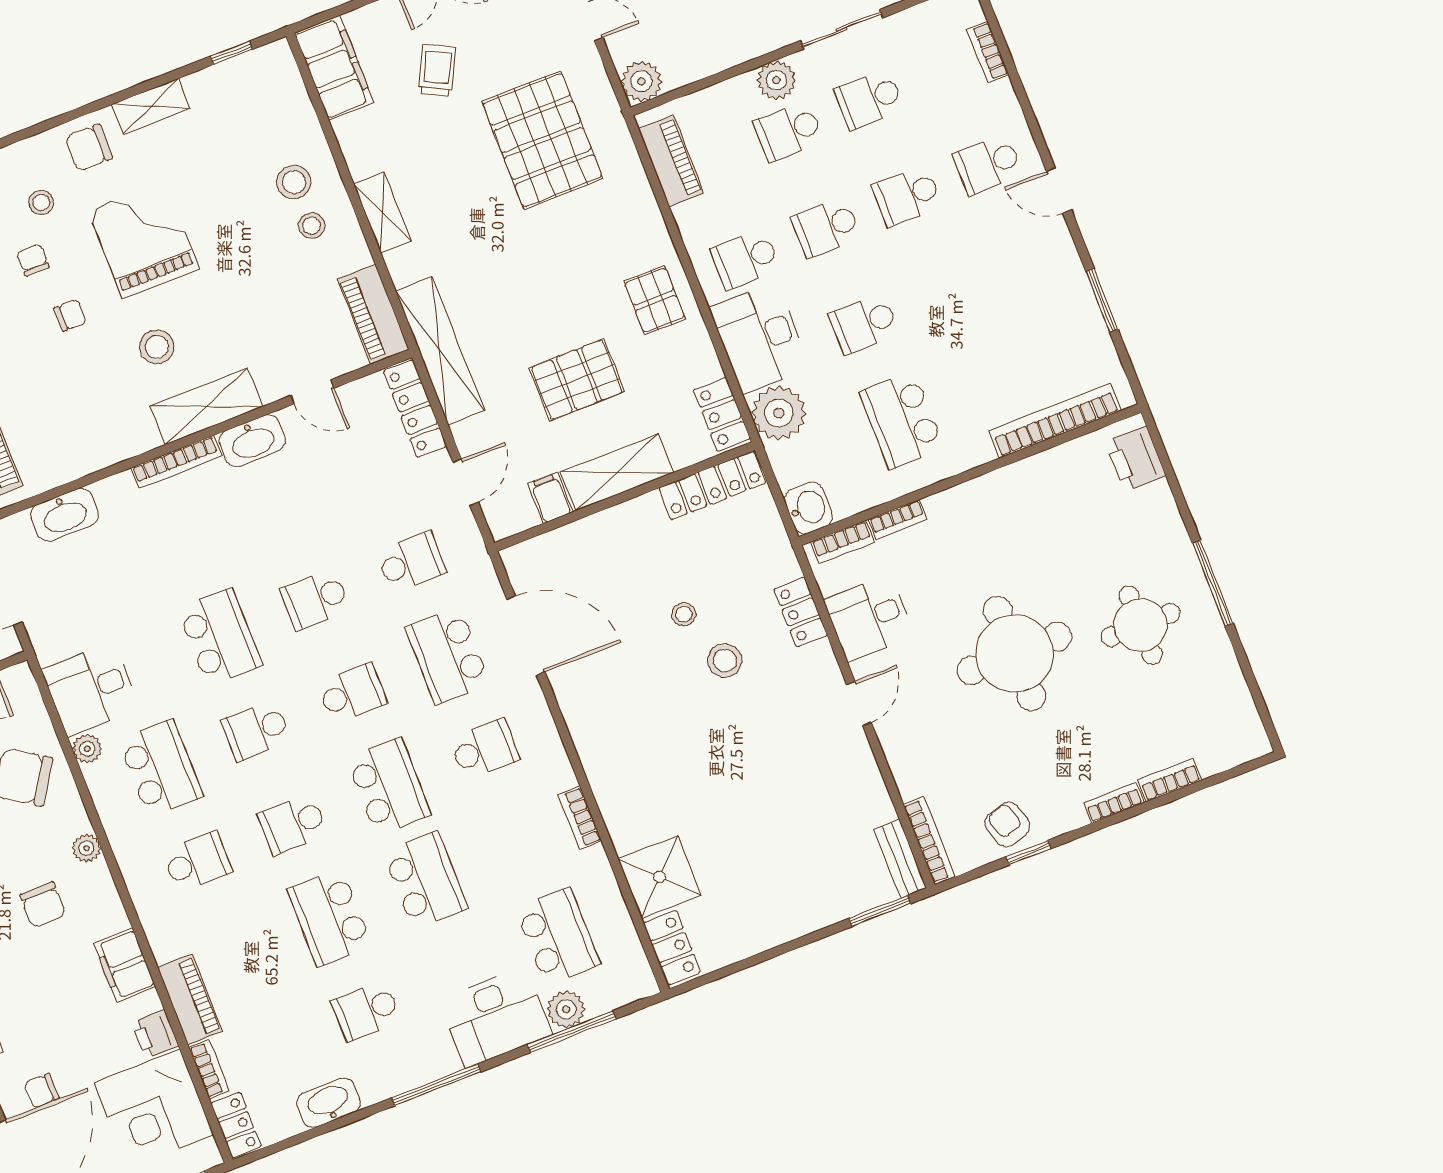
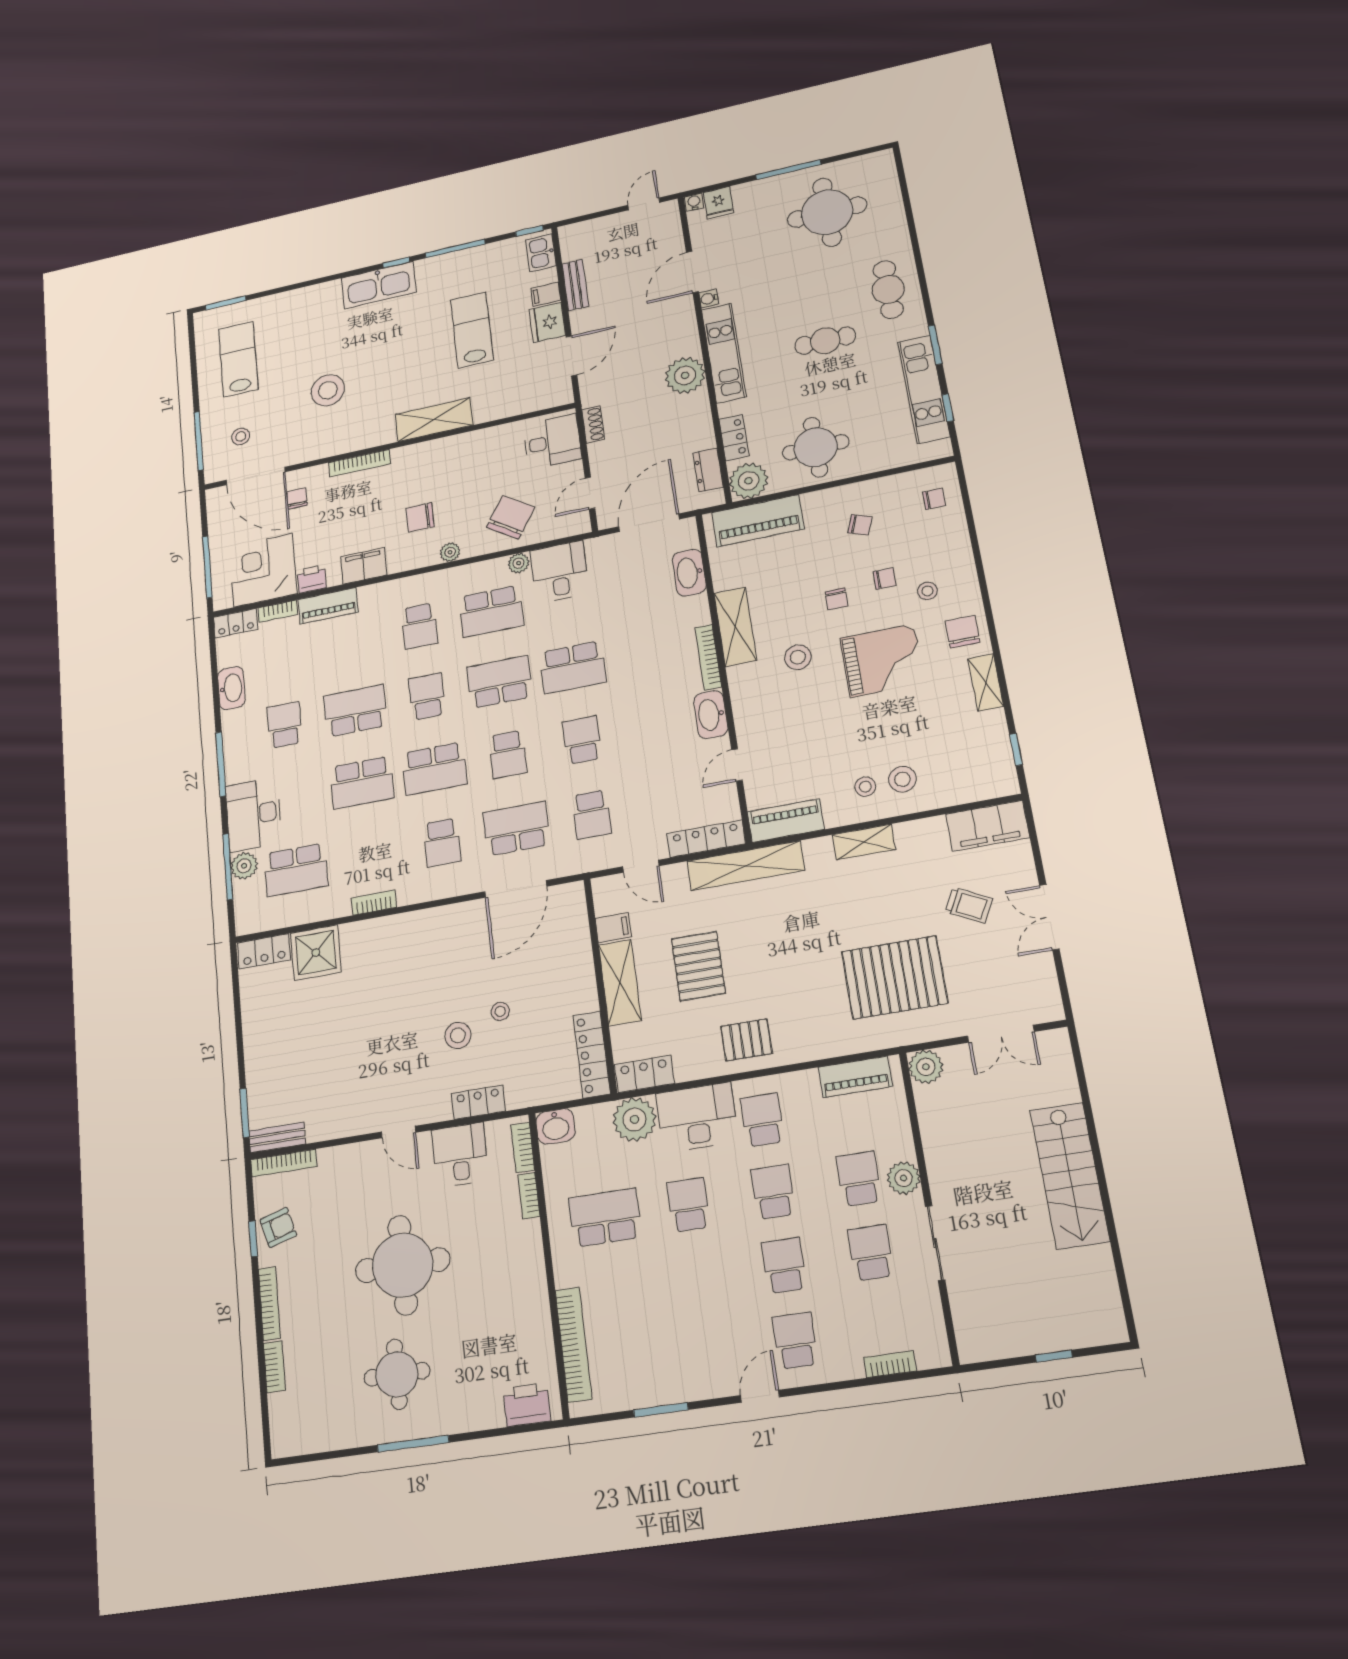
shelving: (206, 406) -> (735, 627), moved
school desk: (256, 731) -> (499, 682), width x1.85
bookcase: (1114, 803) -> (269, 1304), width x1.56

